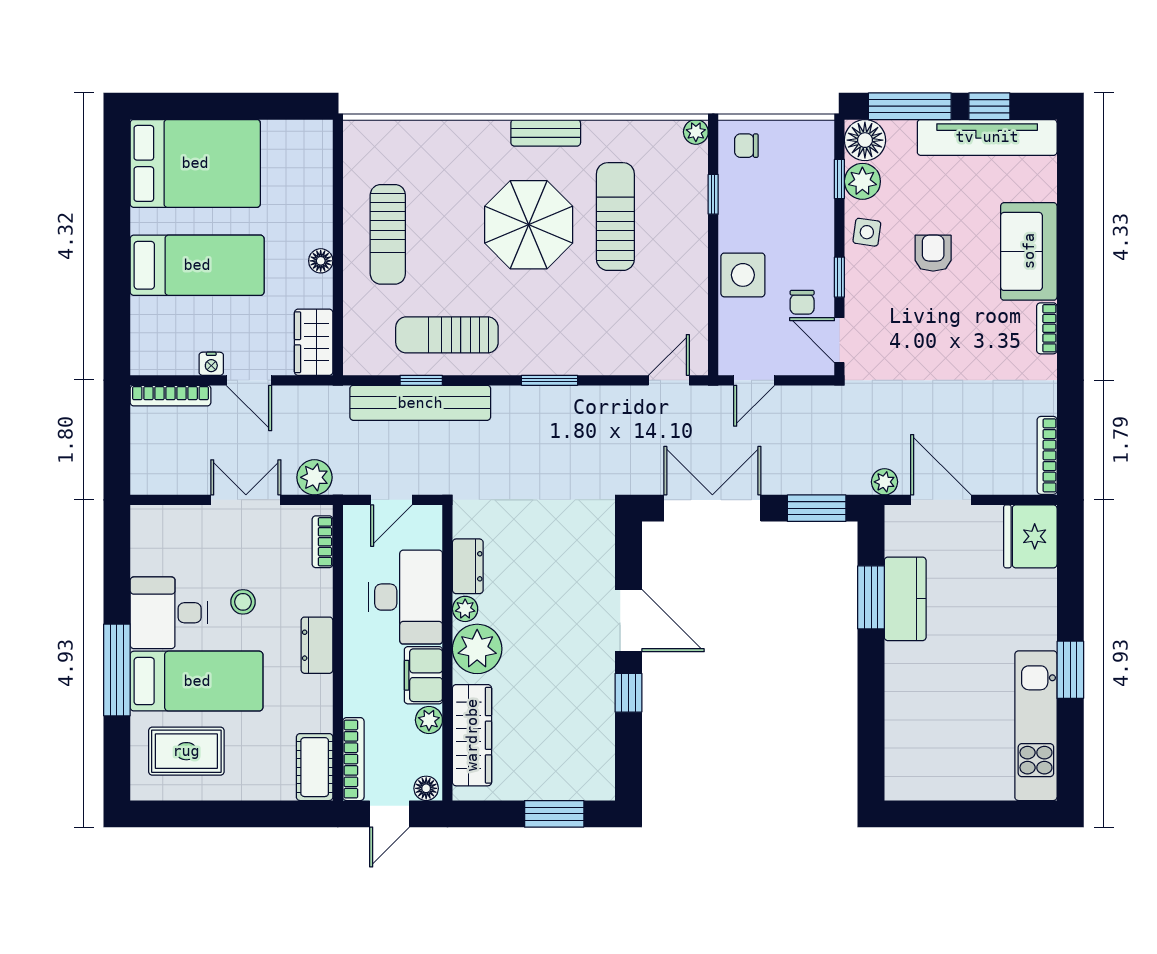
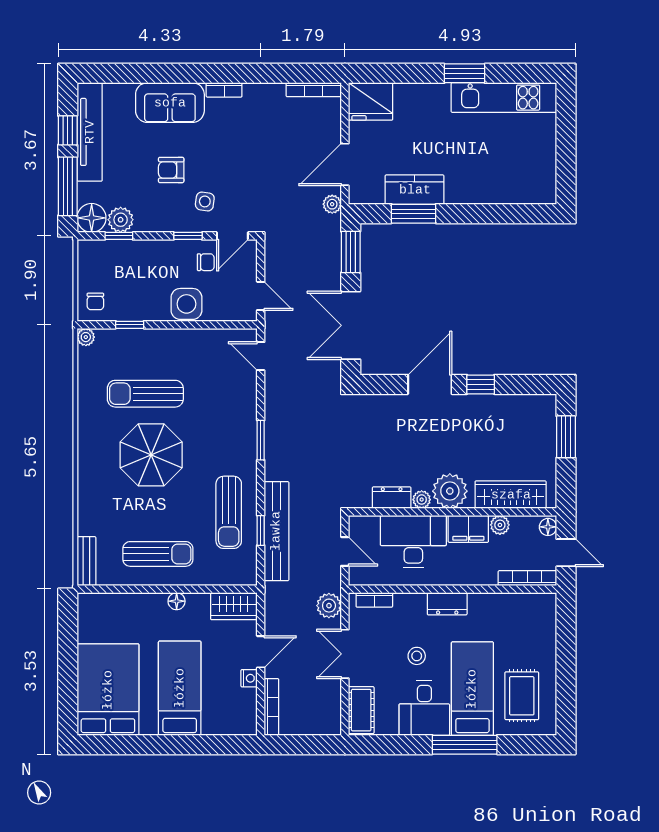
bench: (546, 133) -> (86, 561), moved
side table: (867, 232) -> (205, 201), moved
cot: (315, 767) -> (361, 710), moved, turned 90

